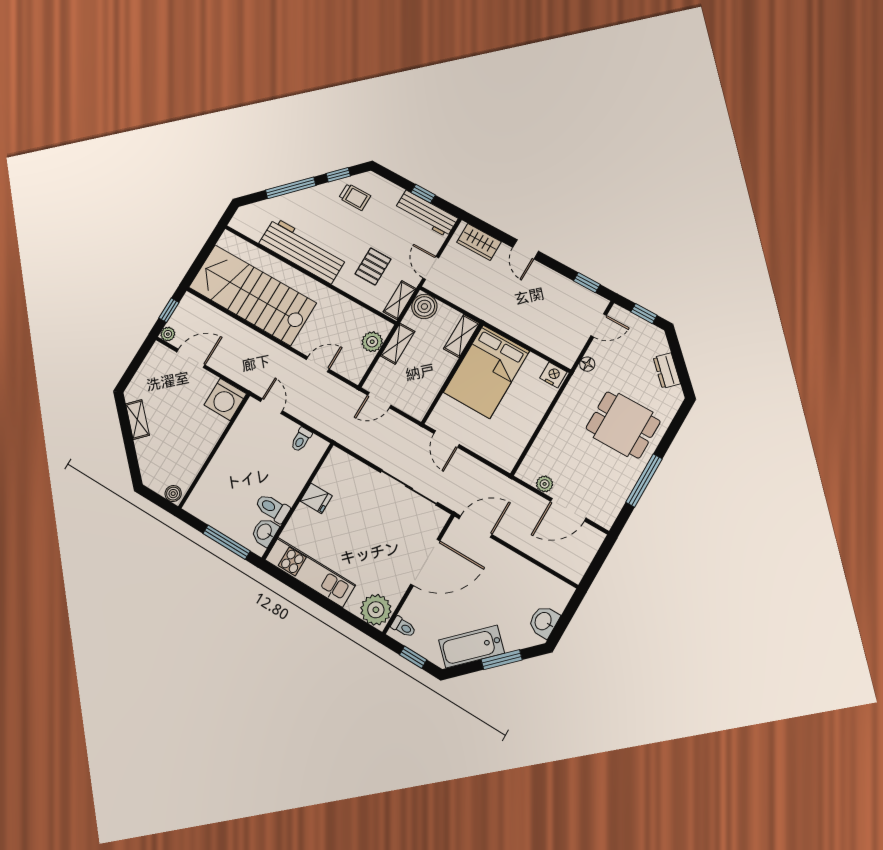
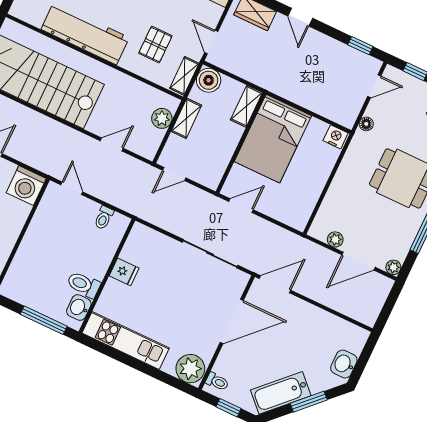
door: (446, 439) -> (241, 206), swing flipped
plant: (606, 520) -> (393, 267), added

